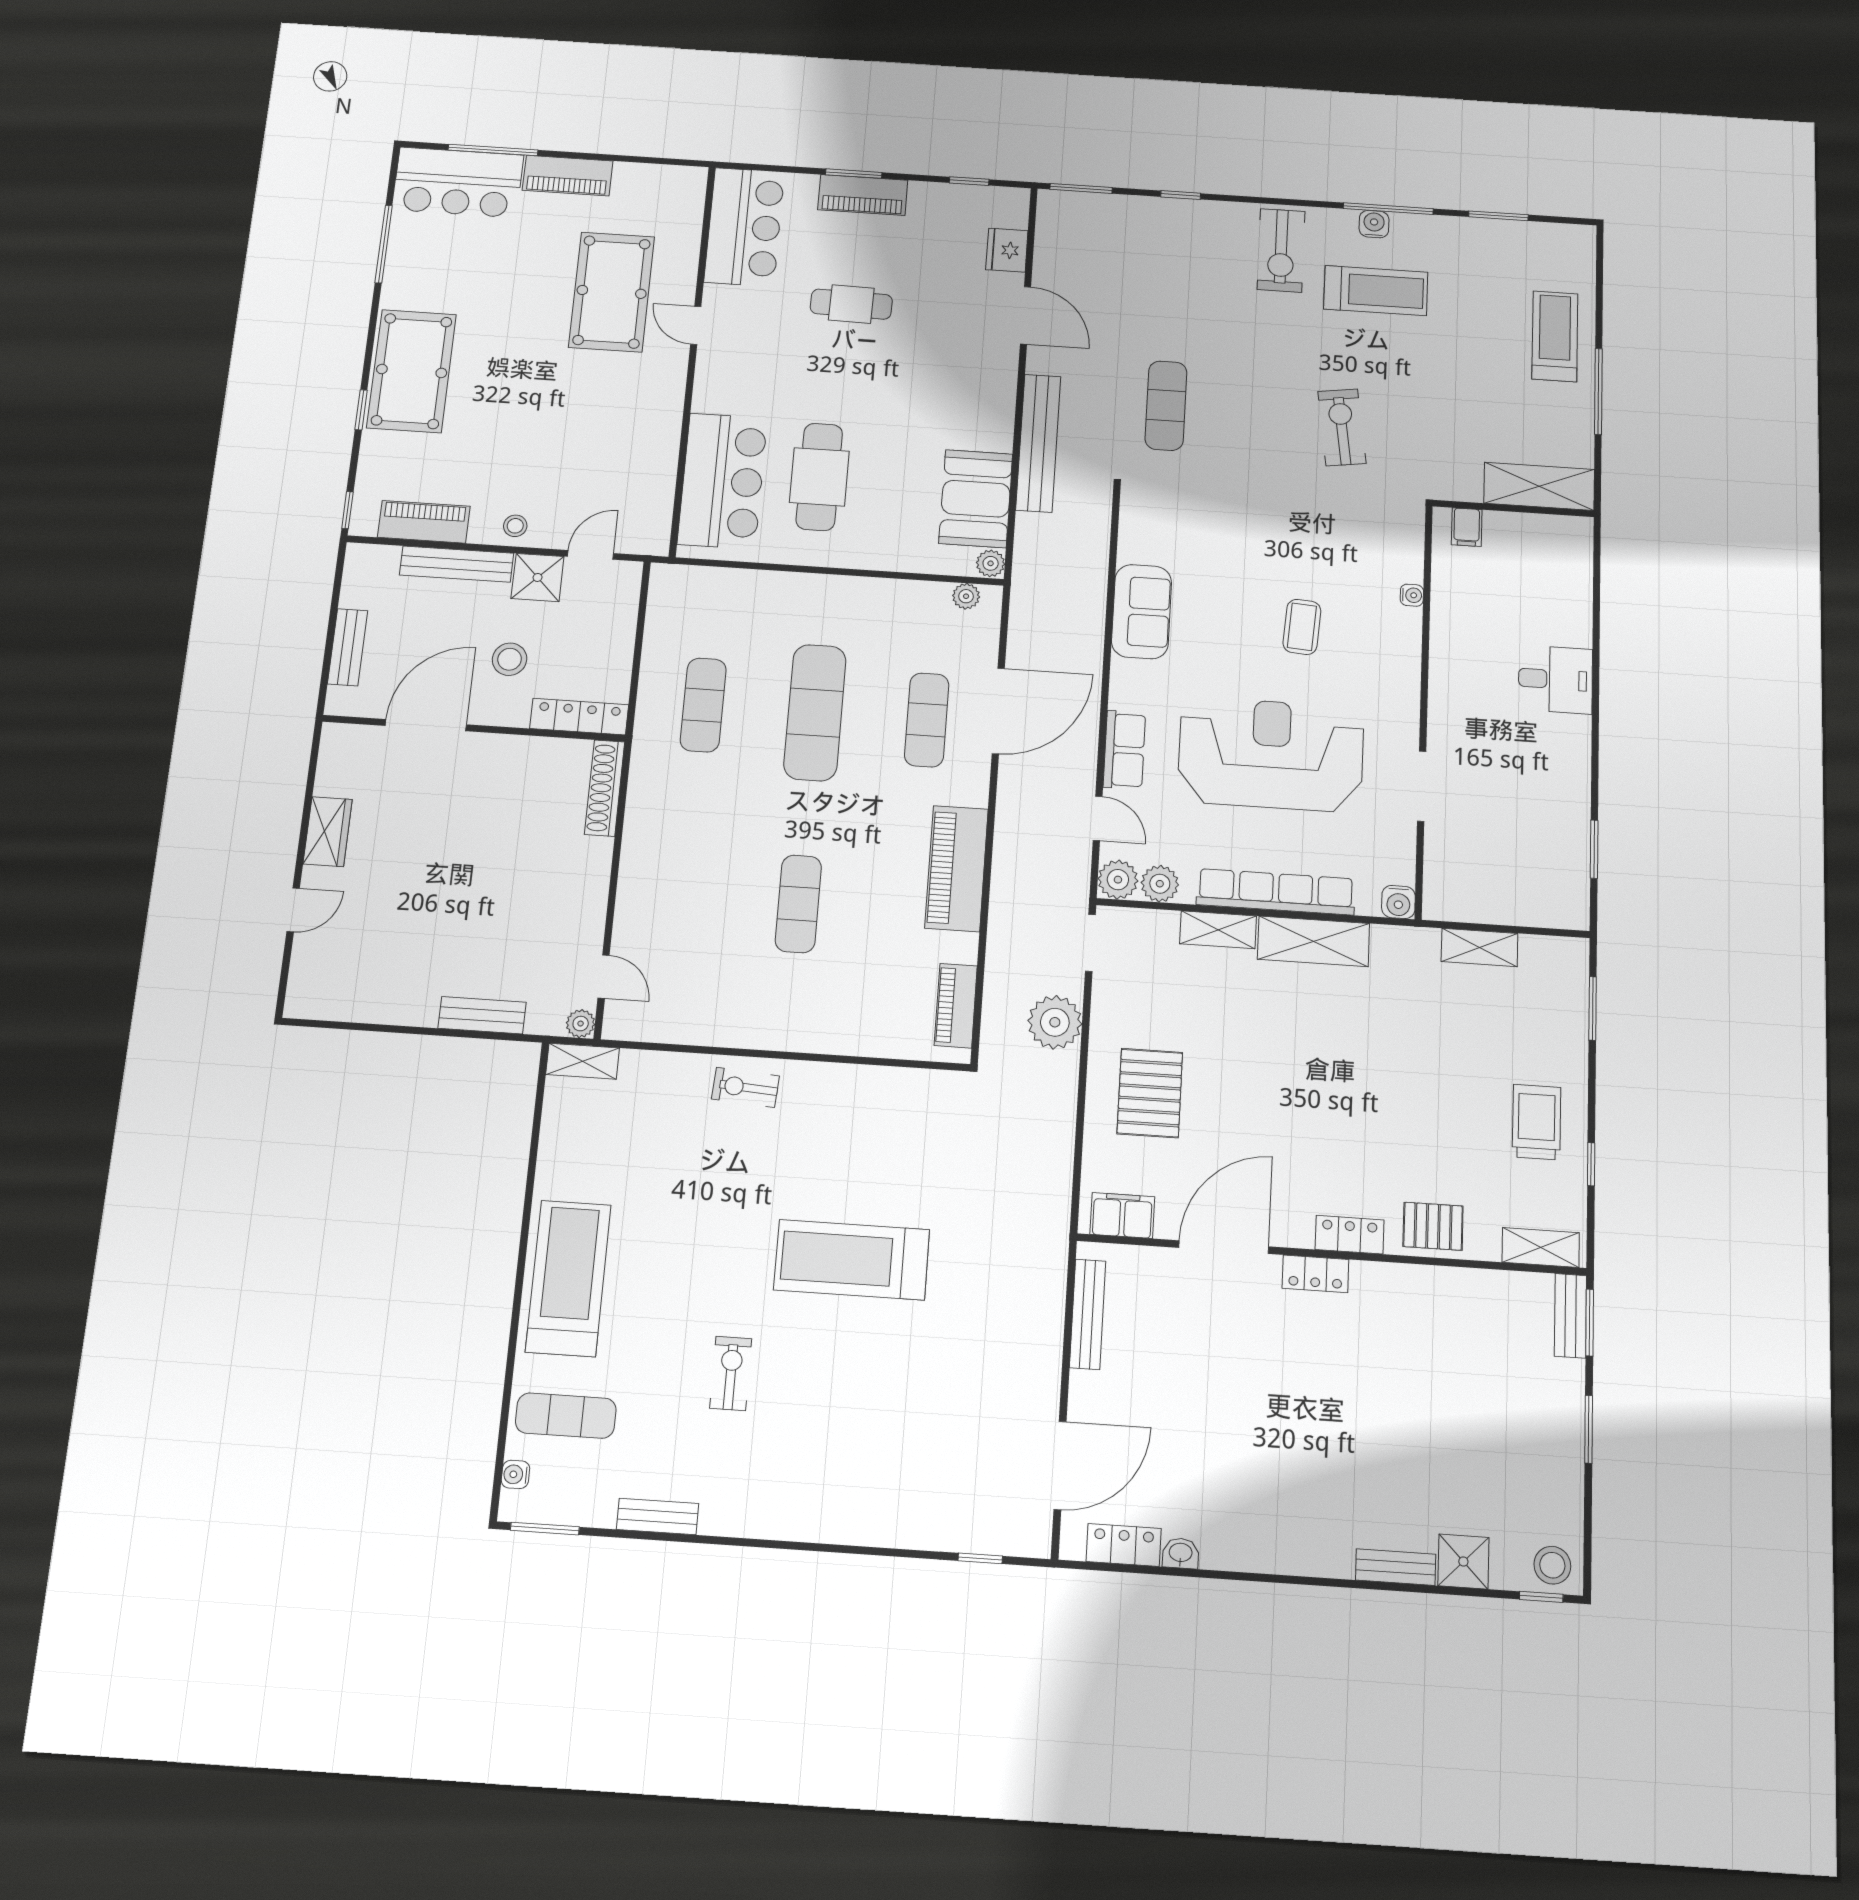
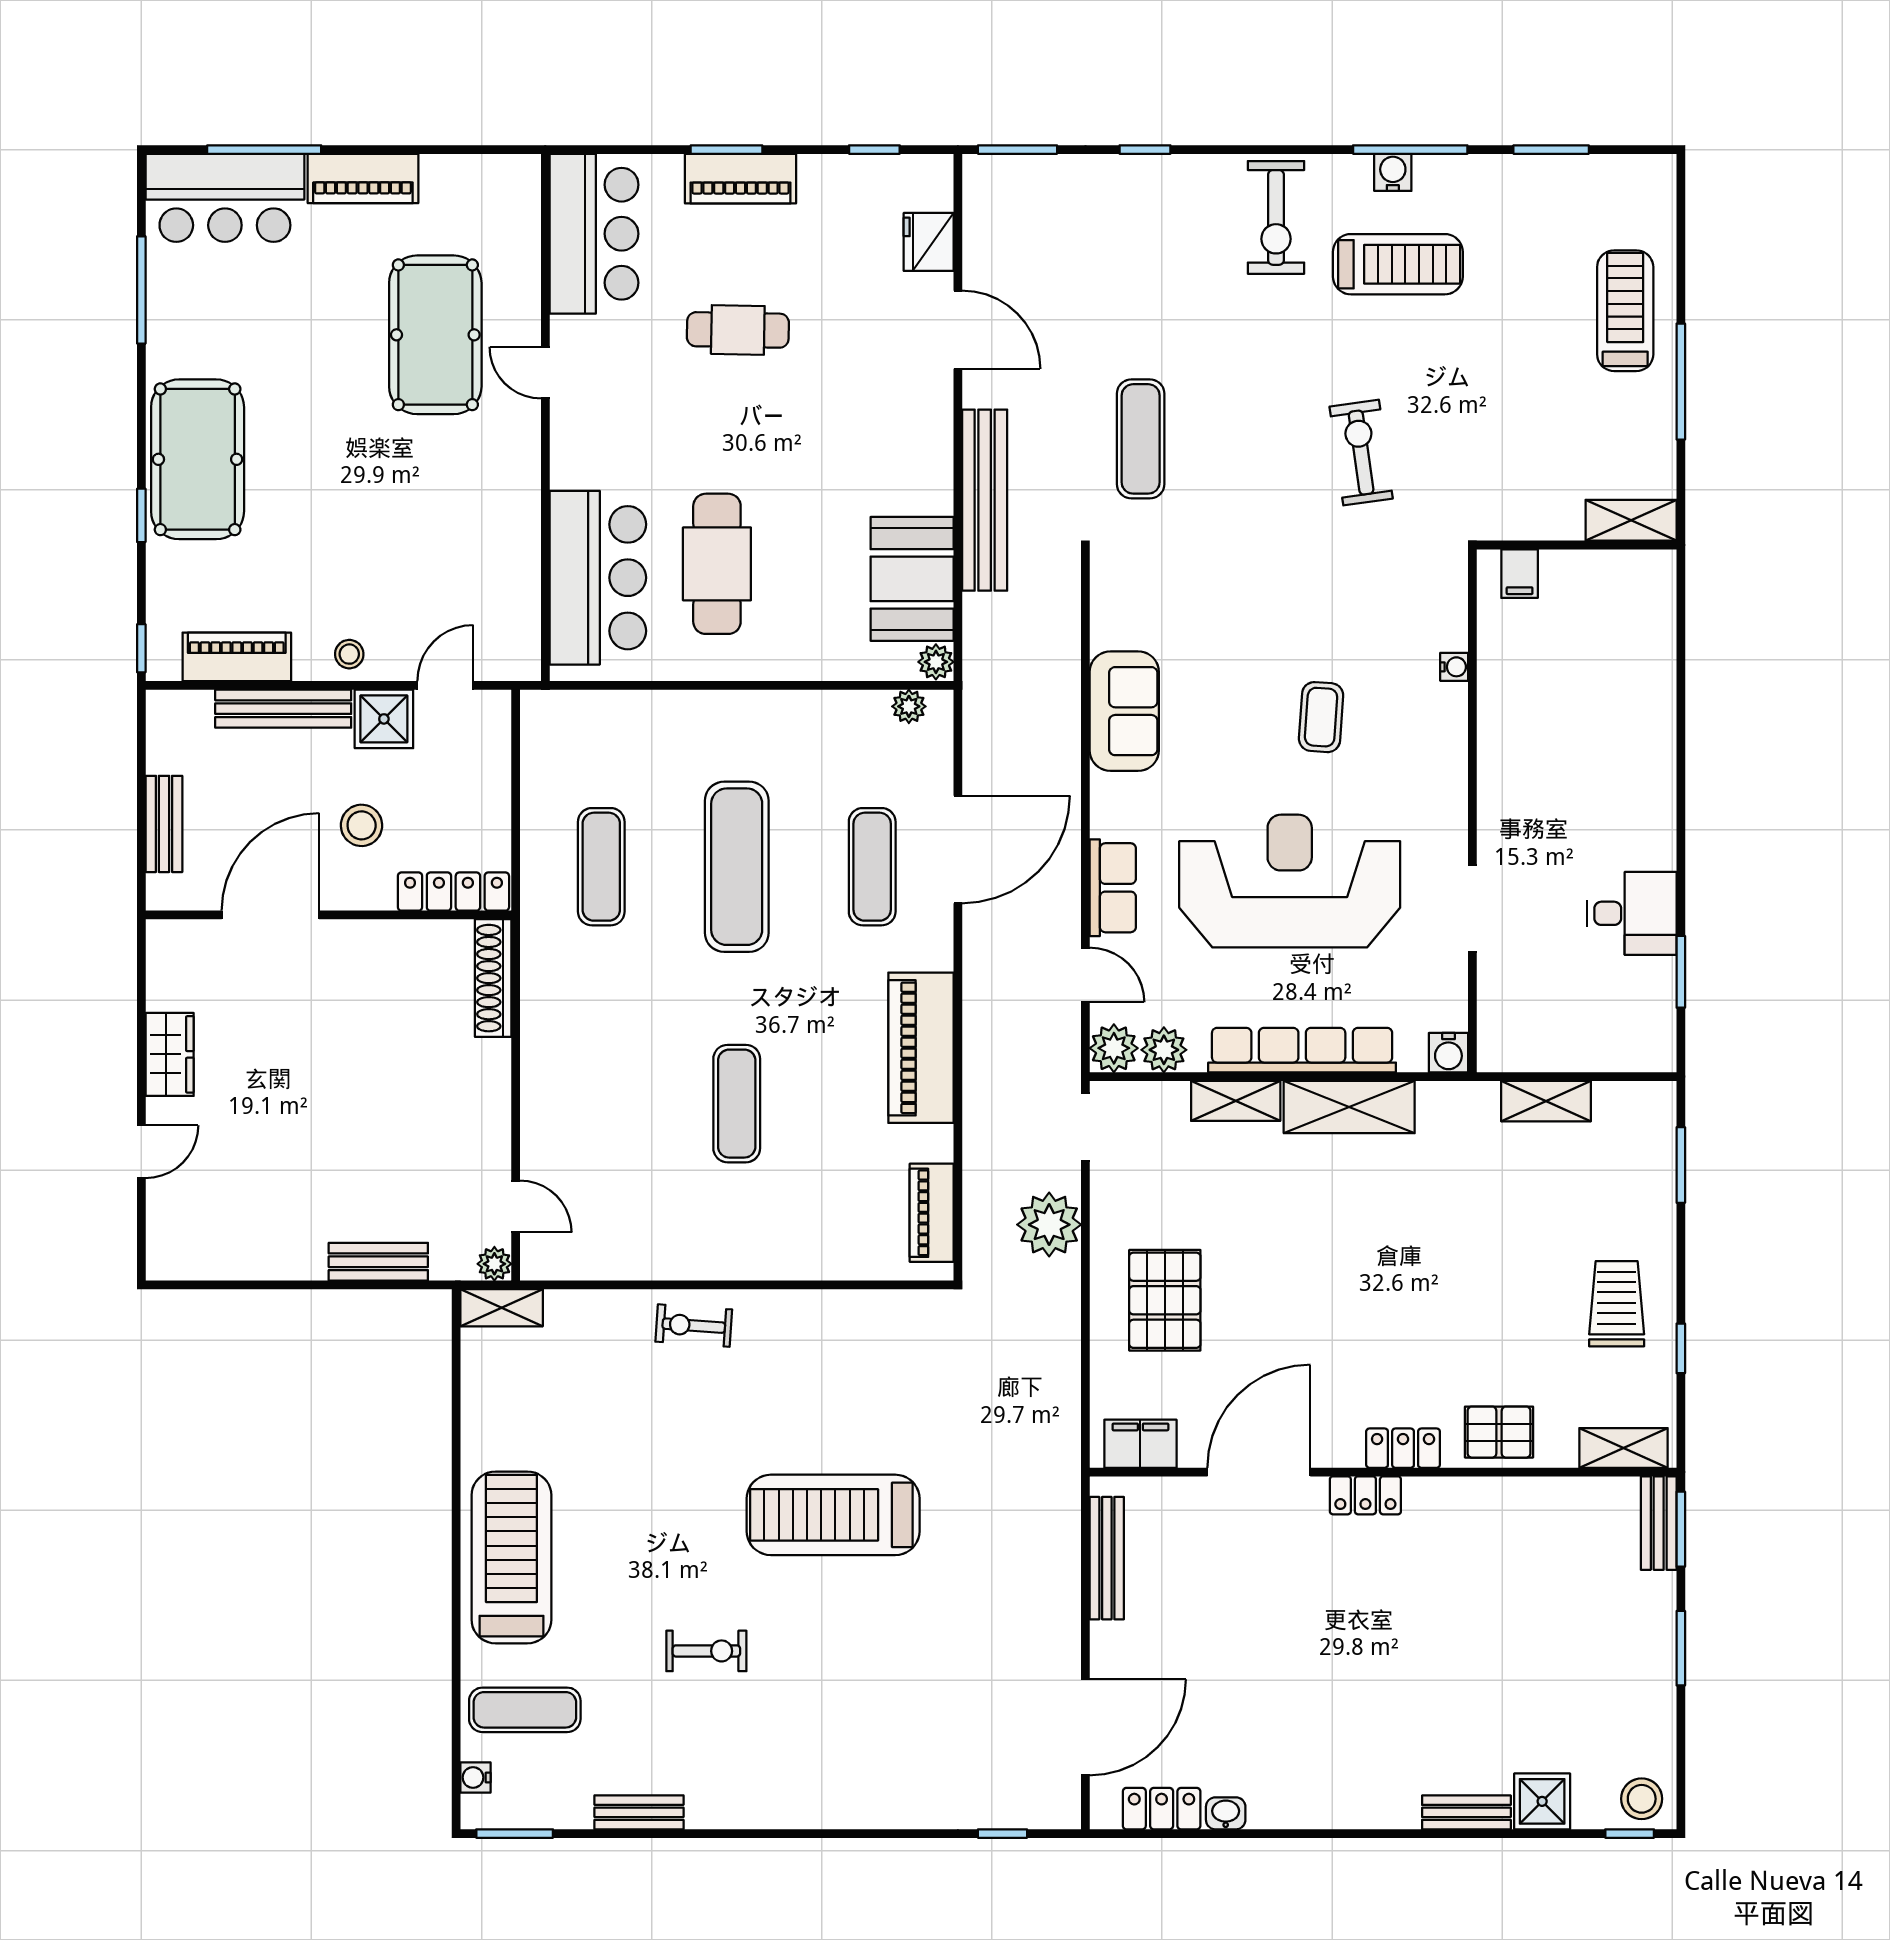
shelving: (1539, 486) -> (1631, 520), width x0.67, depth x0.75
desk: (1555, 679) -> (1632, 913), moved
exercise bike: (731, 1373) -> (706, 1651), turned 90

